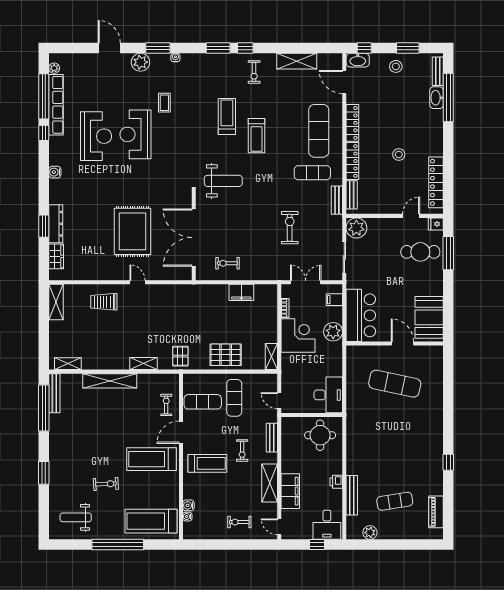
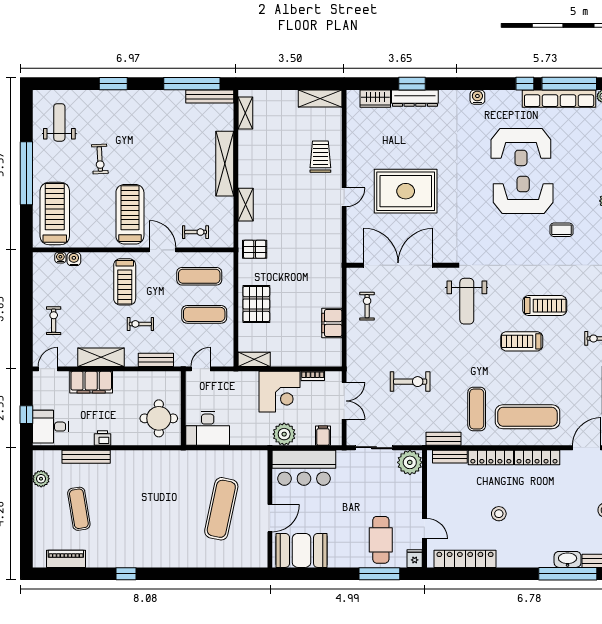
exercise mat: (203, 402) -> (199, 276), turned 90

